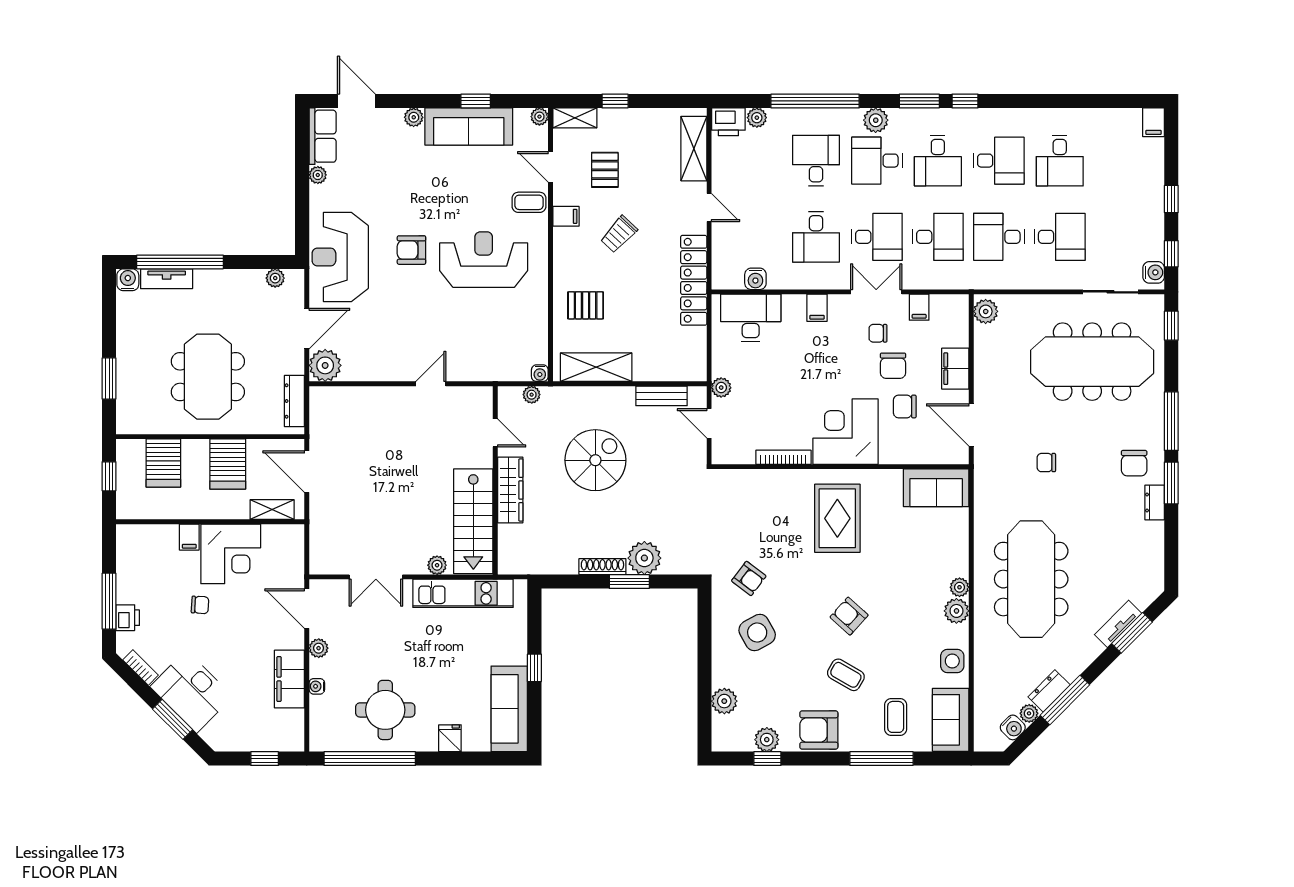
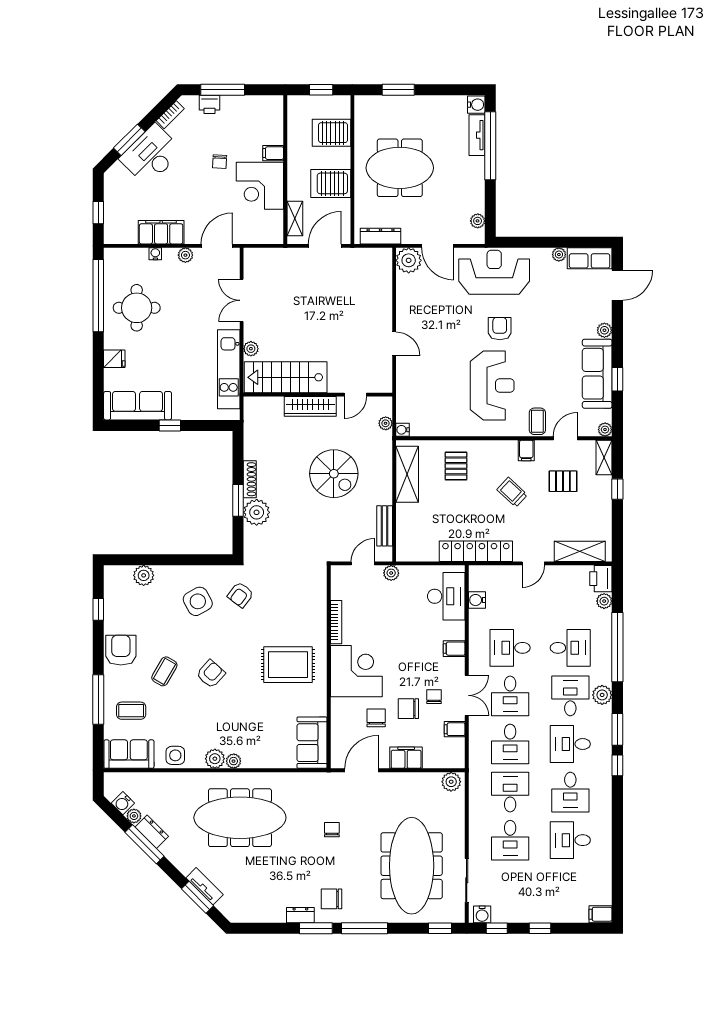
plant: (767, 740) -> (113, 609), removed

